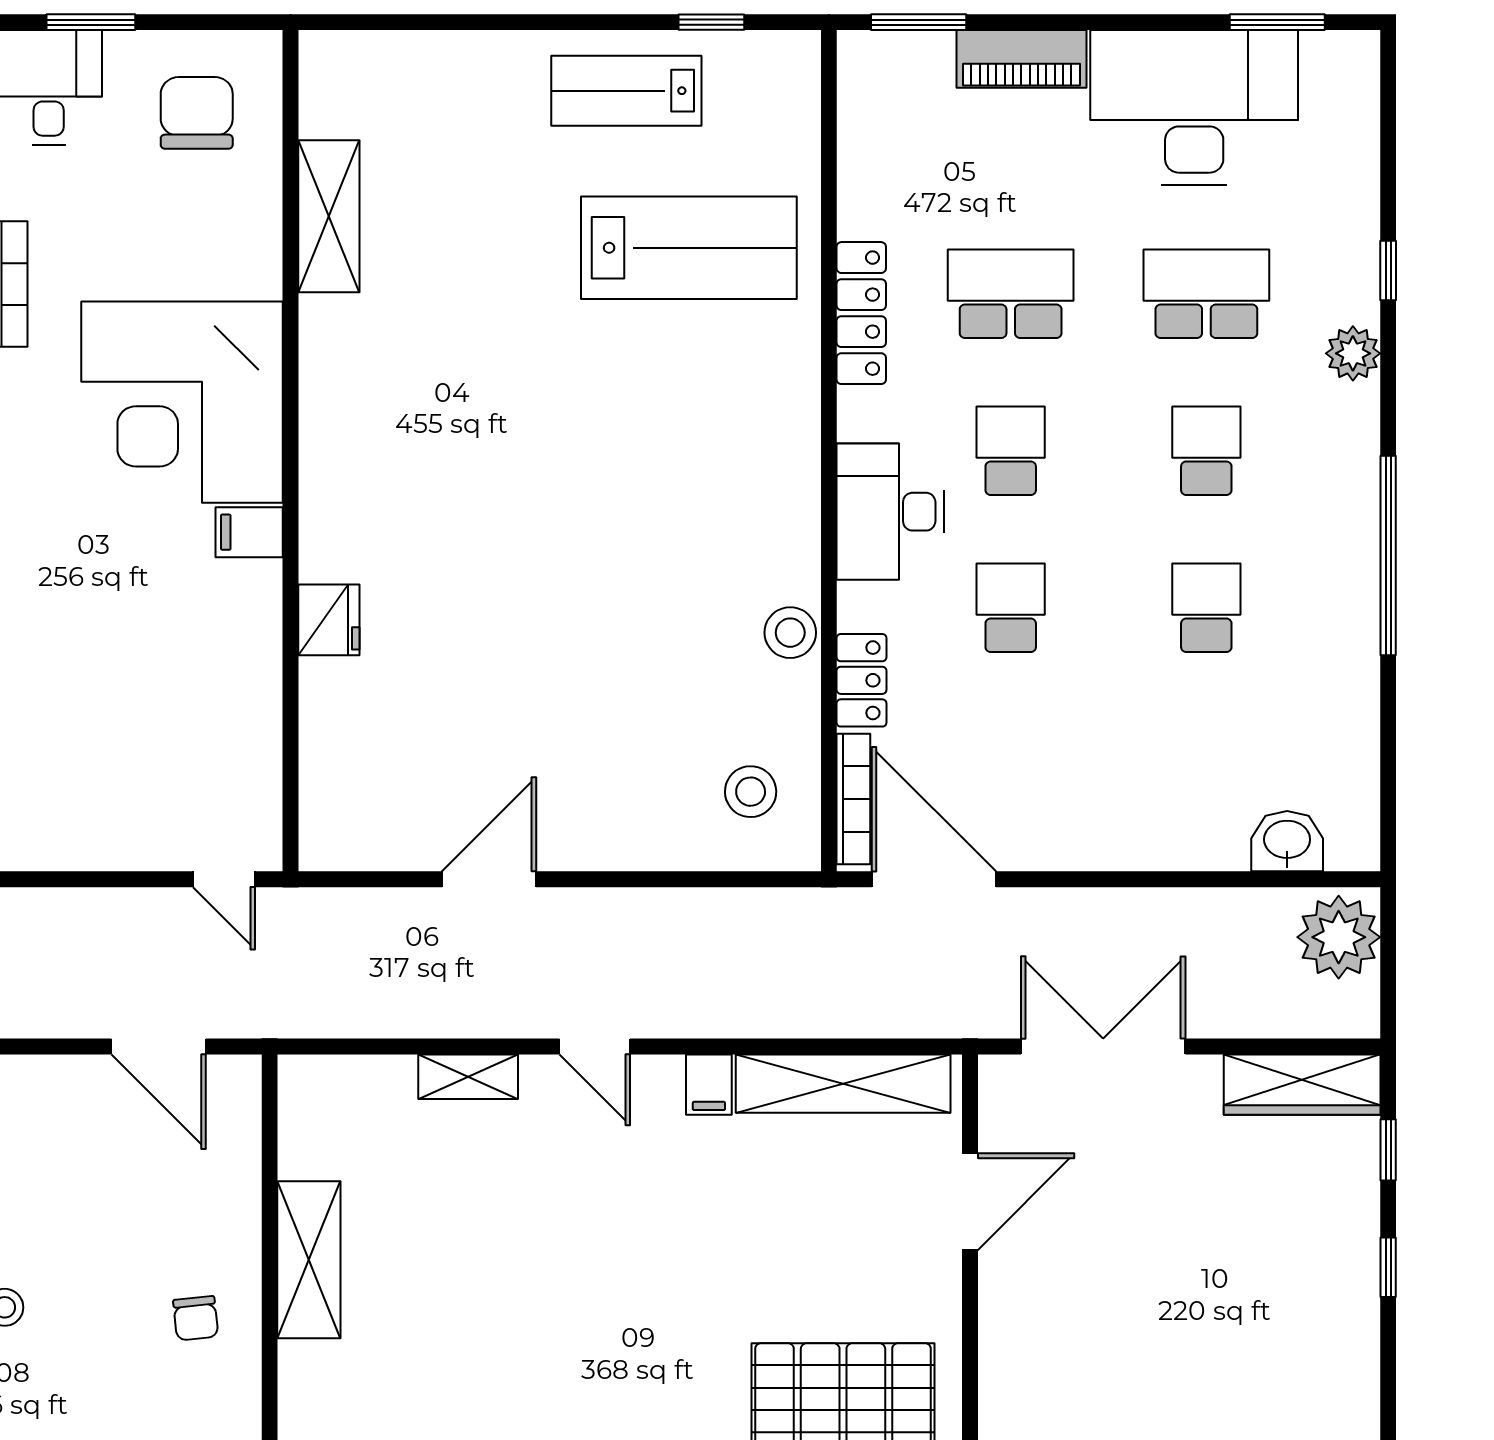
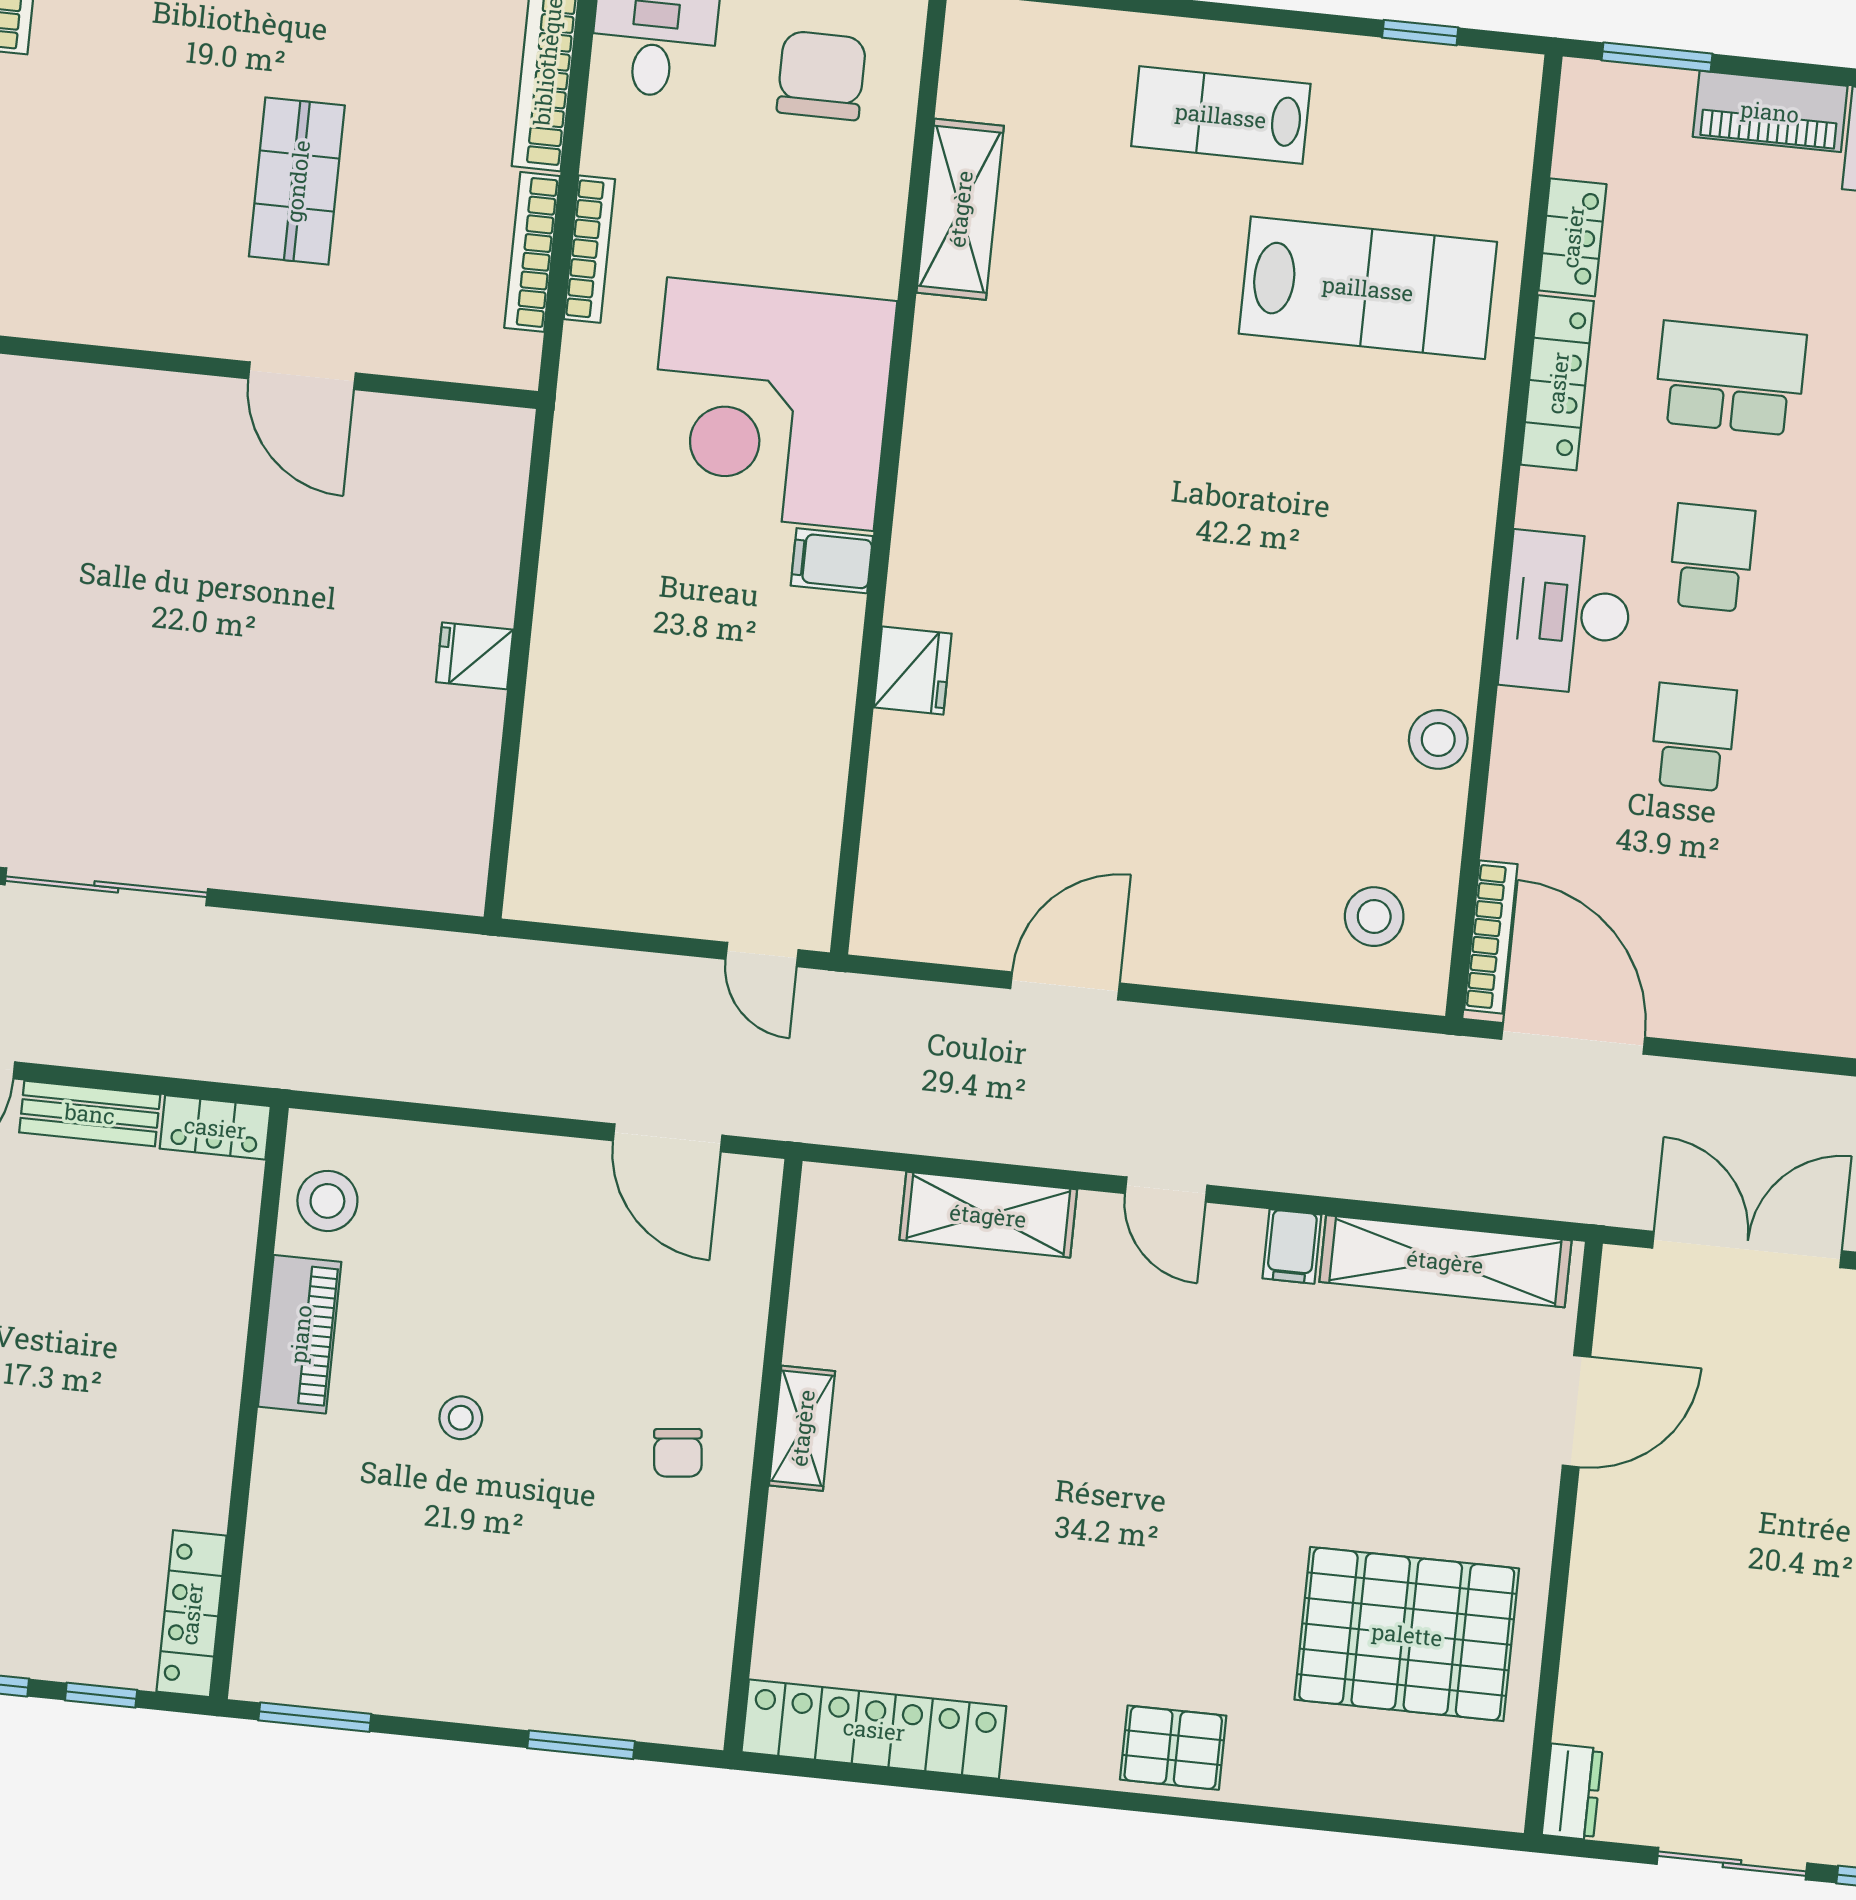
lab bench: (626, 91) -> (1221, 115), moved
locker: (862, 680) -> (1572, 237), moved
shelving: (468, 1077) -> (988, 1215), width x1.50, depth x1.33
shelving: (309, 1260) -> (802, 1428), width x0.67, depth x0.75

